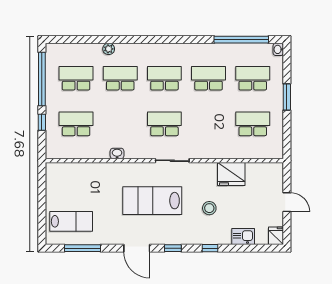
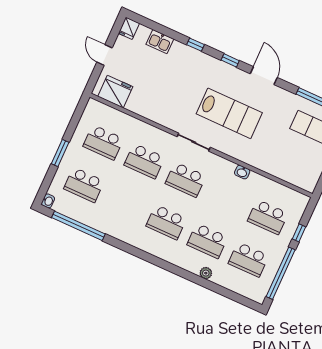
school desk: (209, 78) -> (144, 161), moved
fridge: (231, 174) -> (115, 92), moved
stool: (209, 208) -> (179, 82), removed

